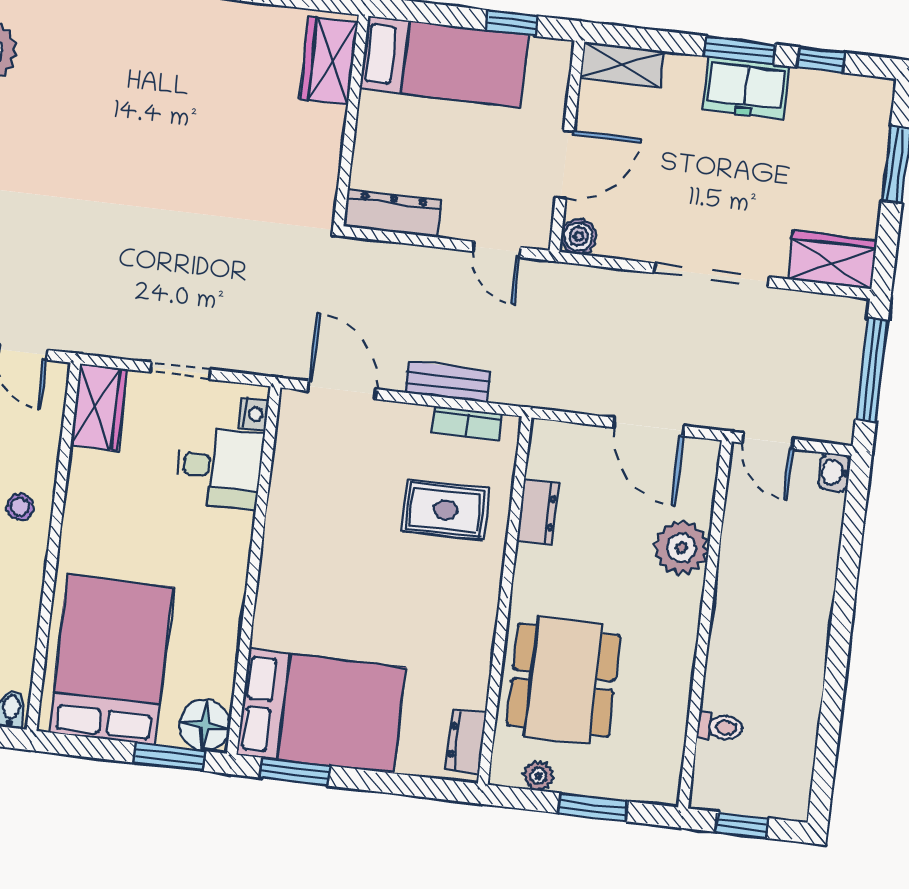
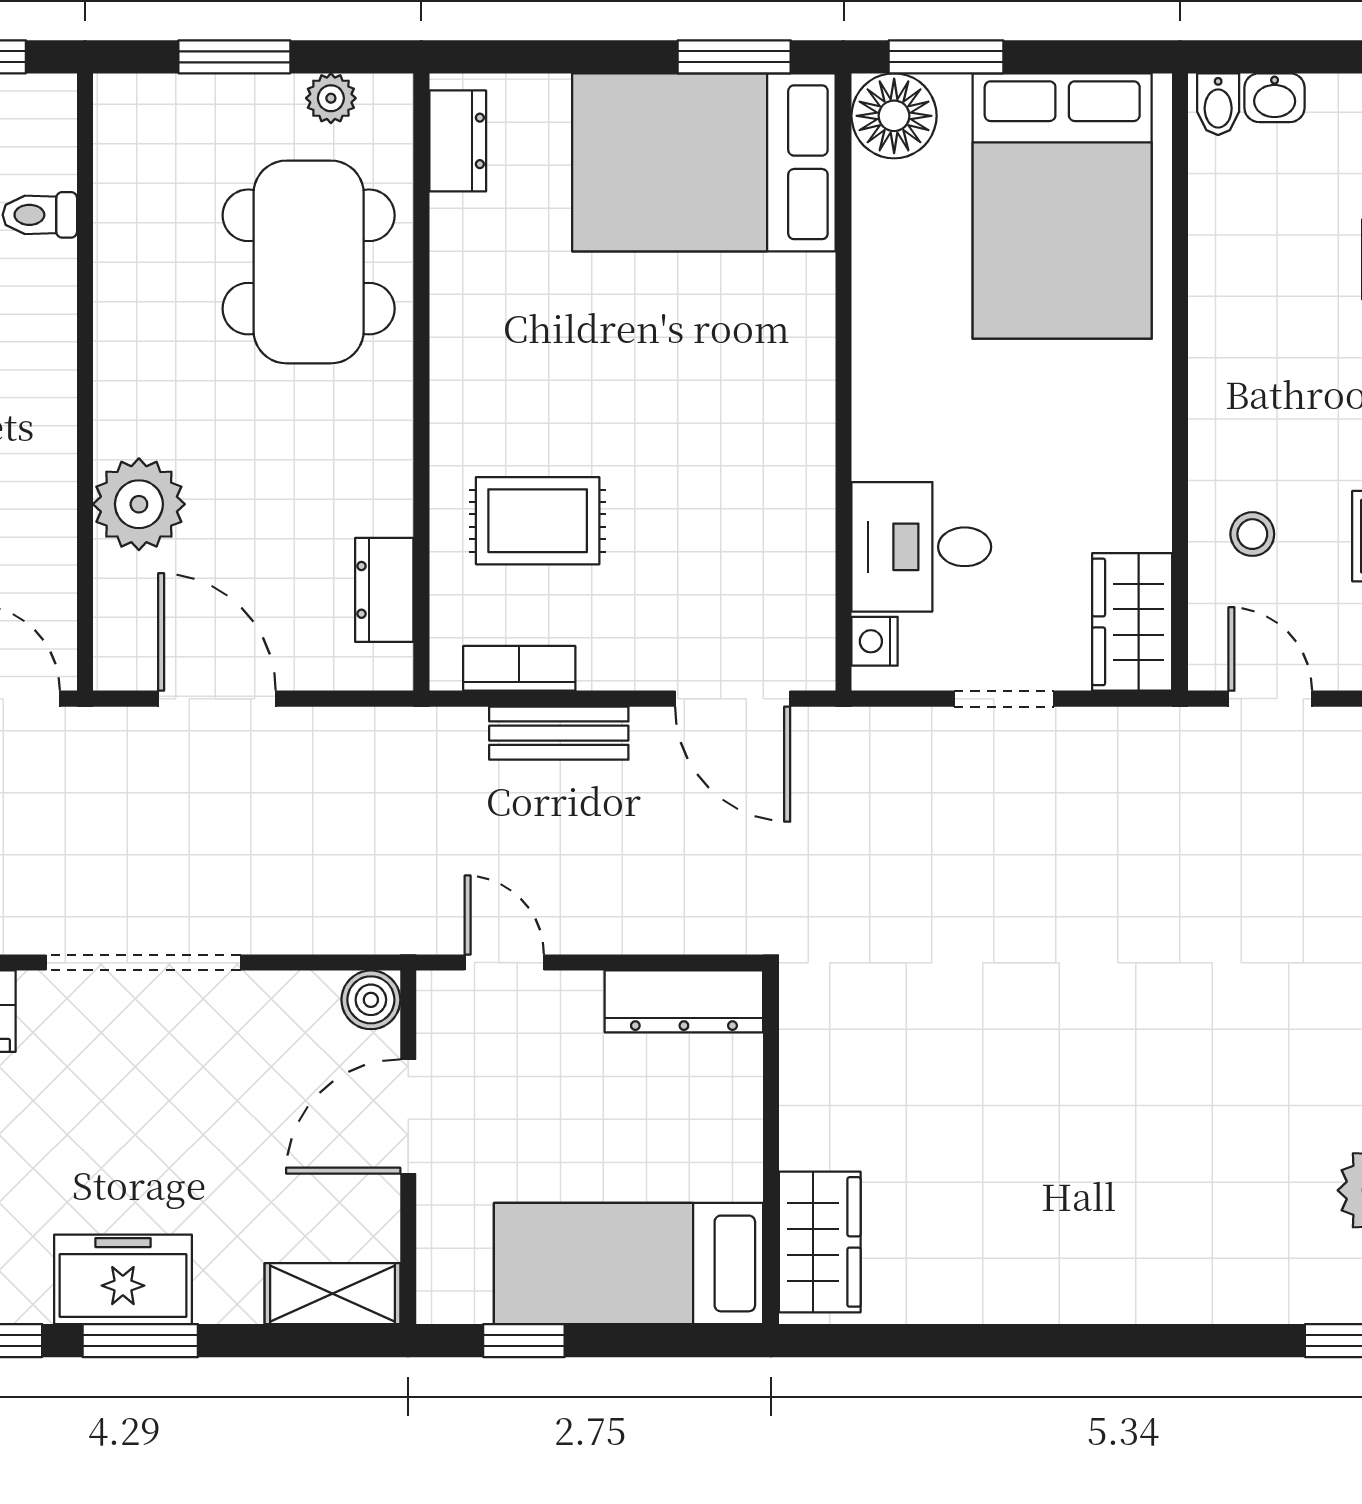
stool: (20, 507) -> (1252, 534), moved
dresser: (538, 512) -> (384, 590), moved

